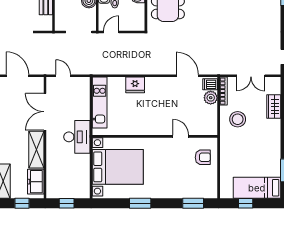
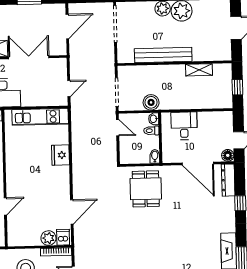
door: (63, 76) -> (69, 89), moved

